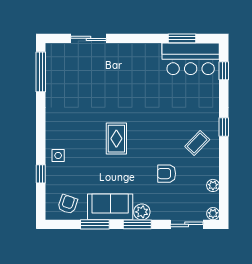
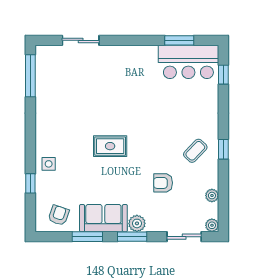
window: (224, 127) -> (223, 149), moved
rug: (116, 139) -> (110, 146), turned 90

